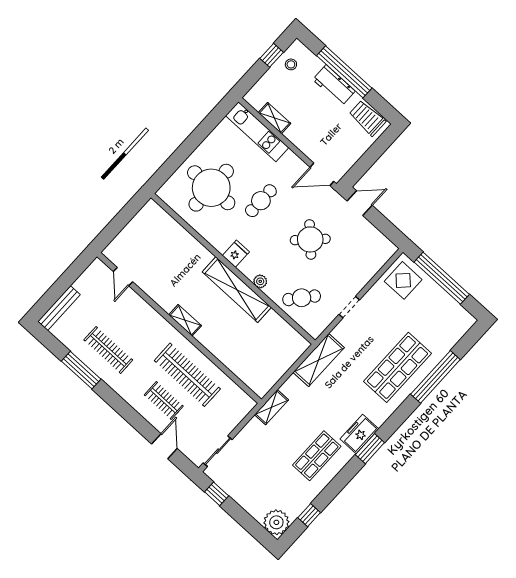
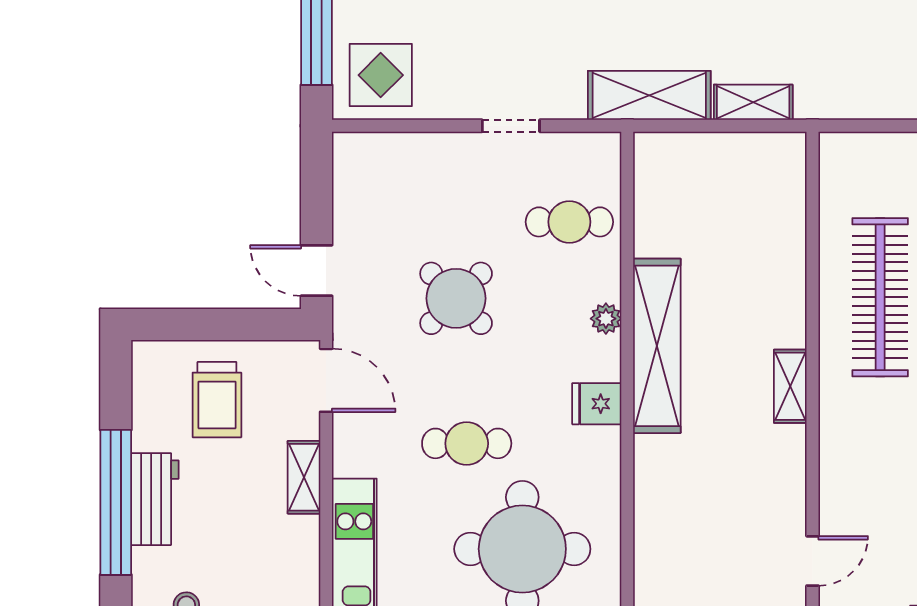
shelving: (274, 118) -> (304, 477), moved
trolley: (367, 118) -> (217, 400), moved
cafe table: (302, 298) -> (569, 222), turned -40
shelving: (271, 407) -> (753, 102), moved

